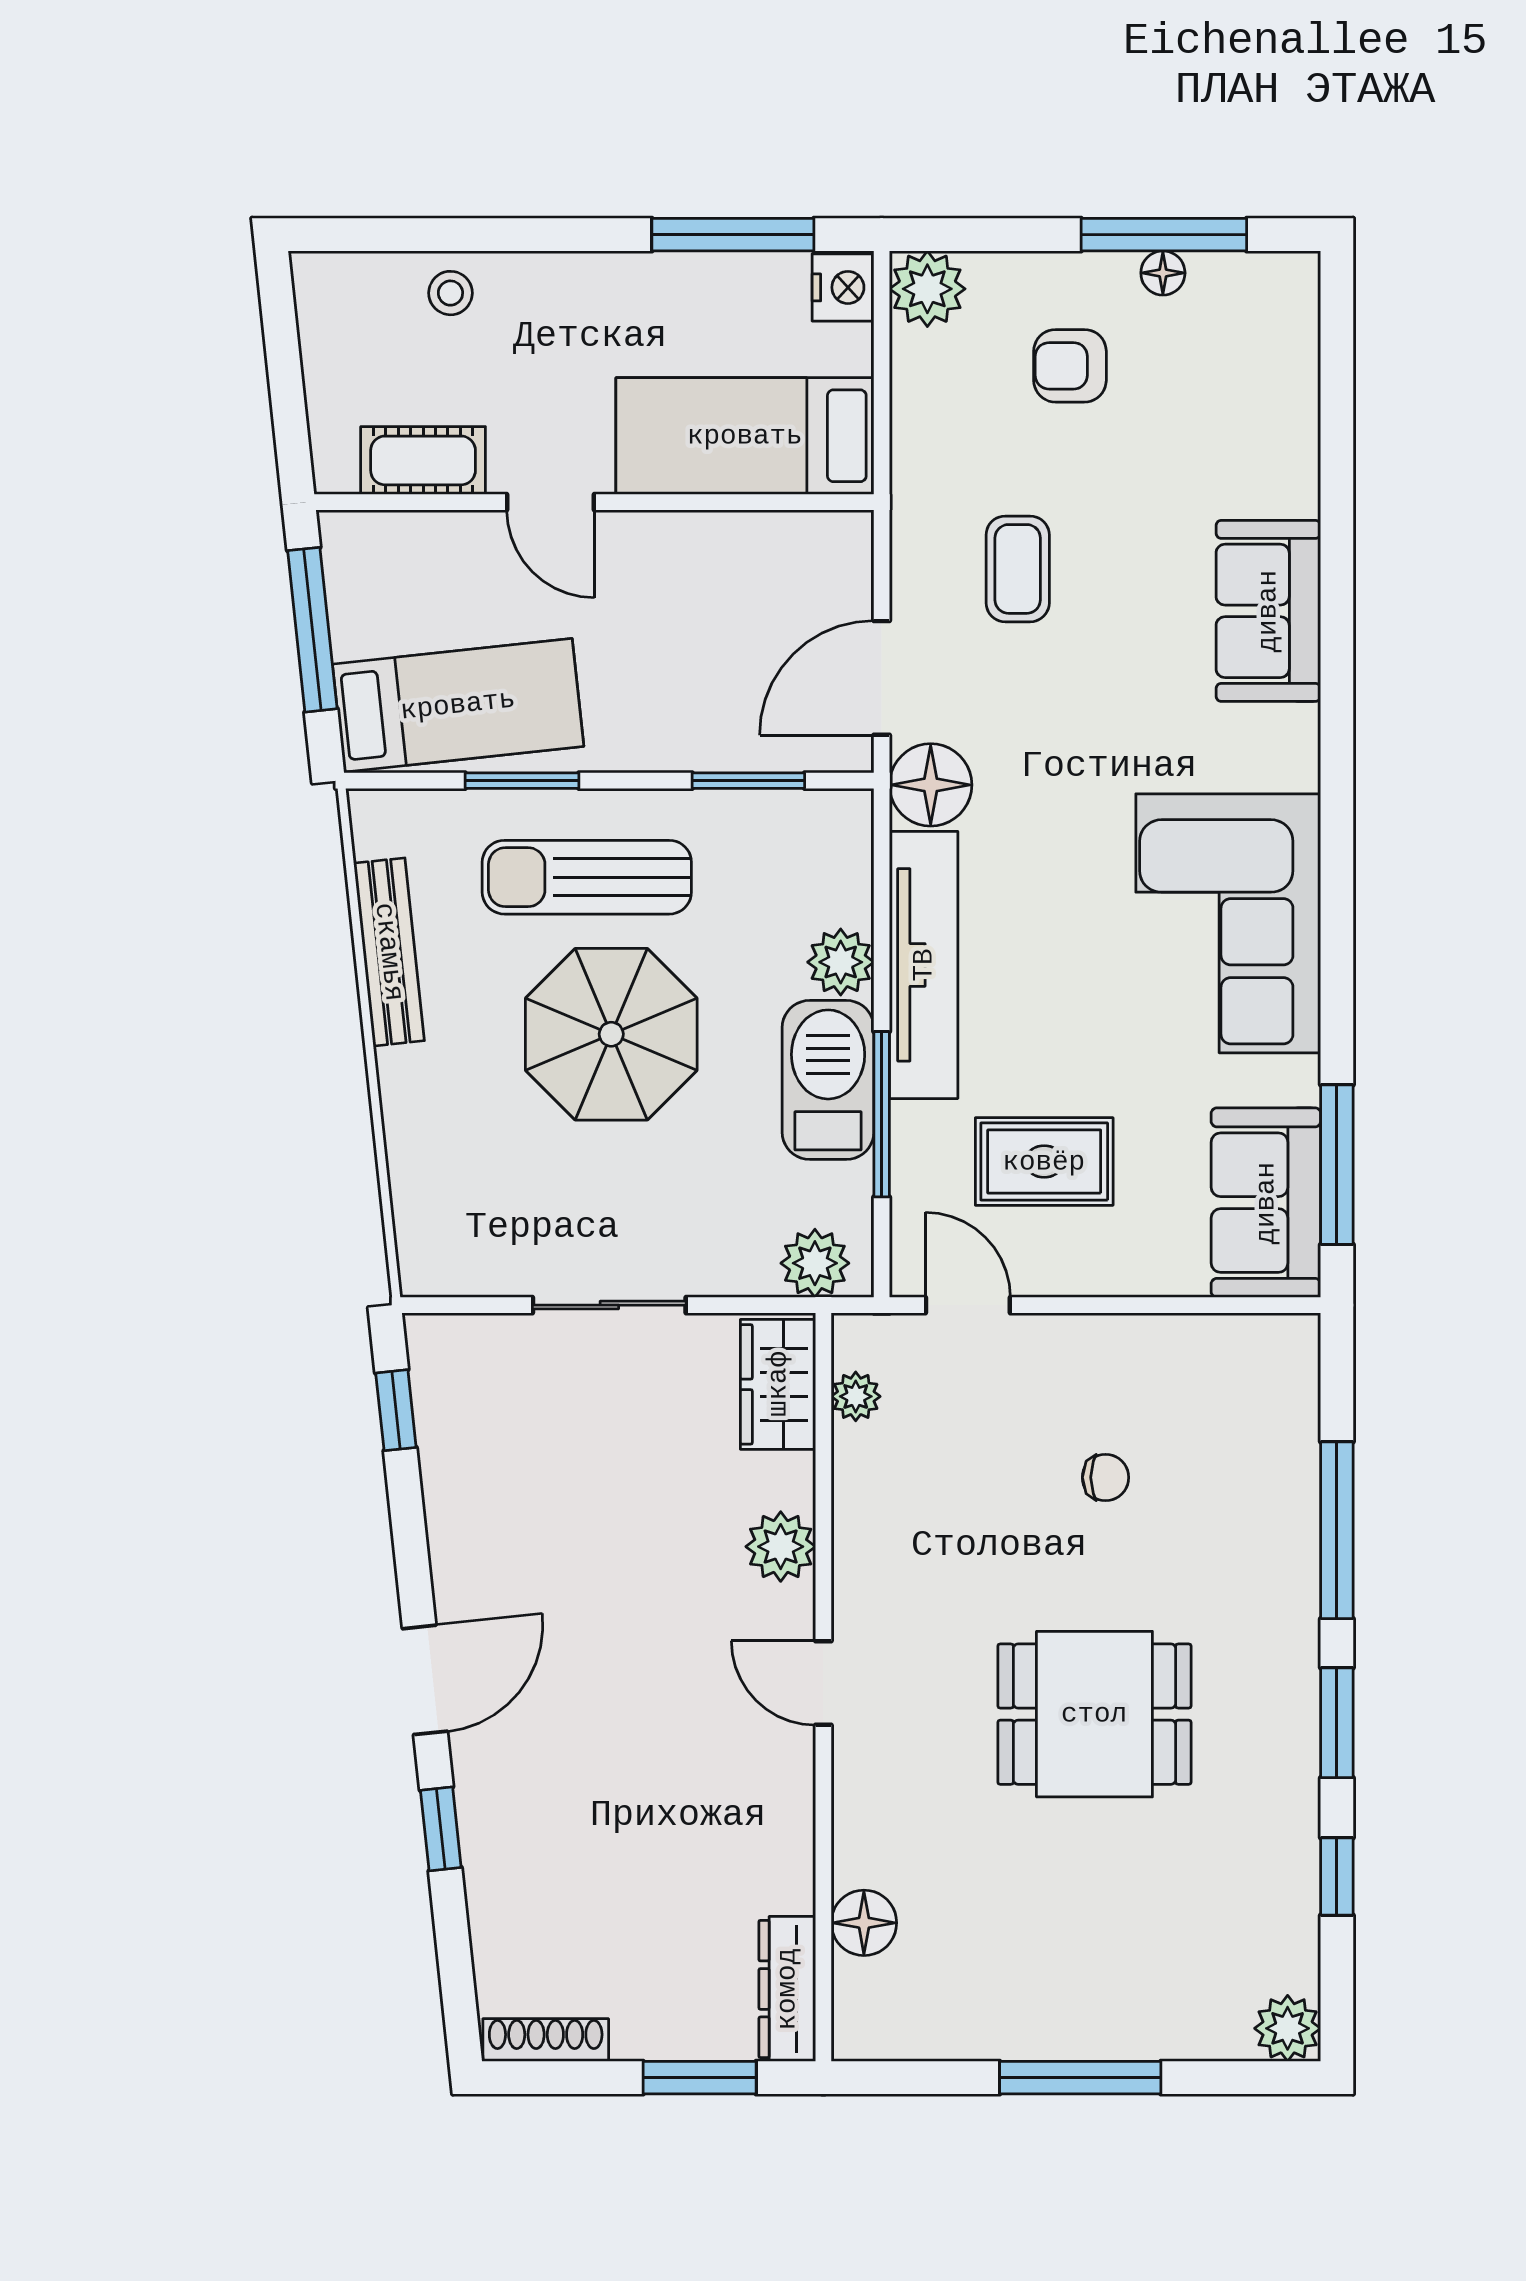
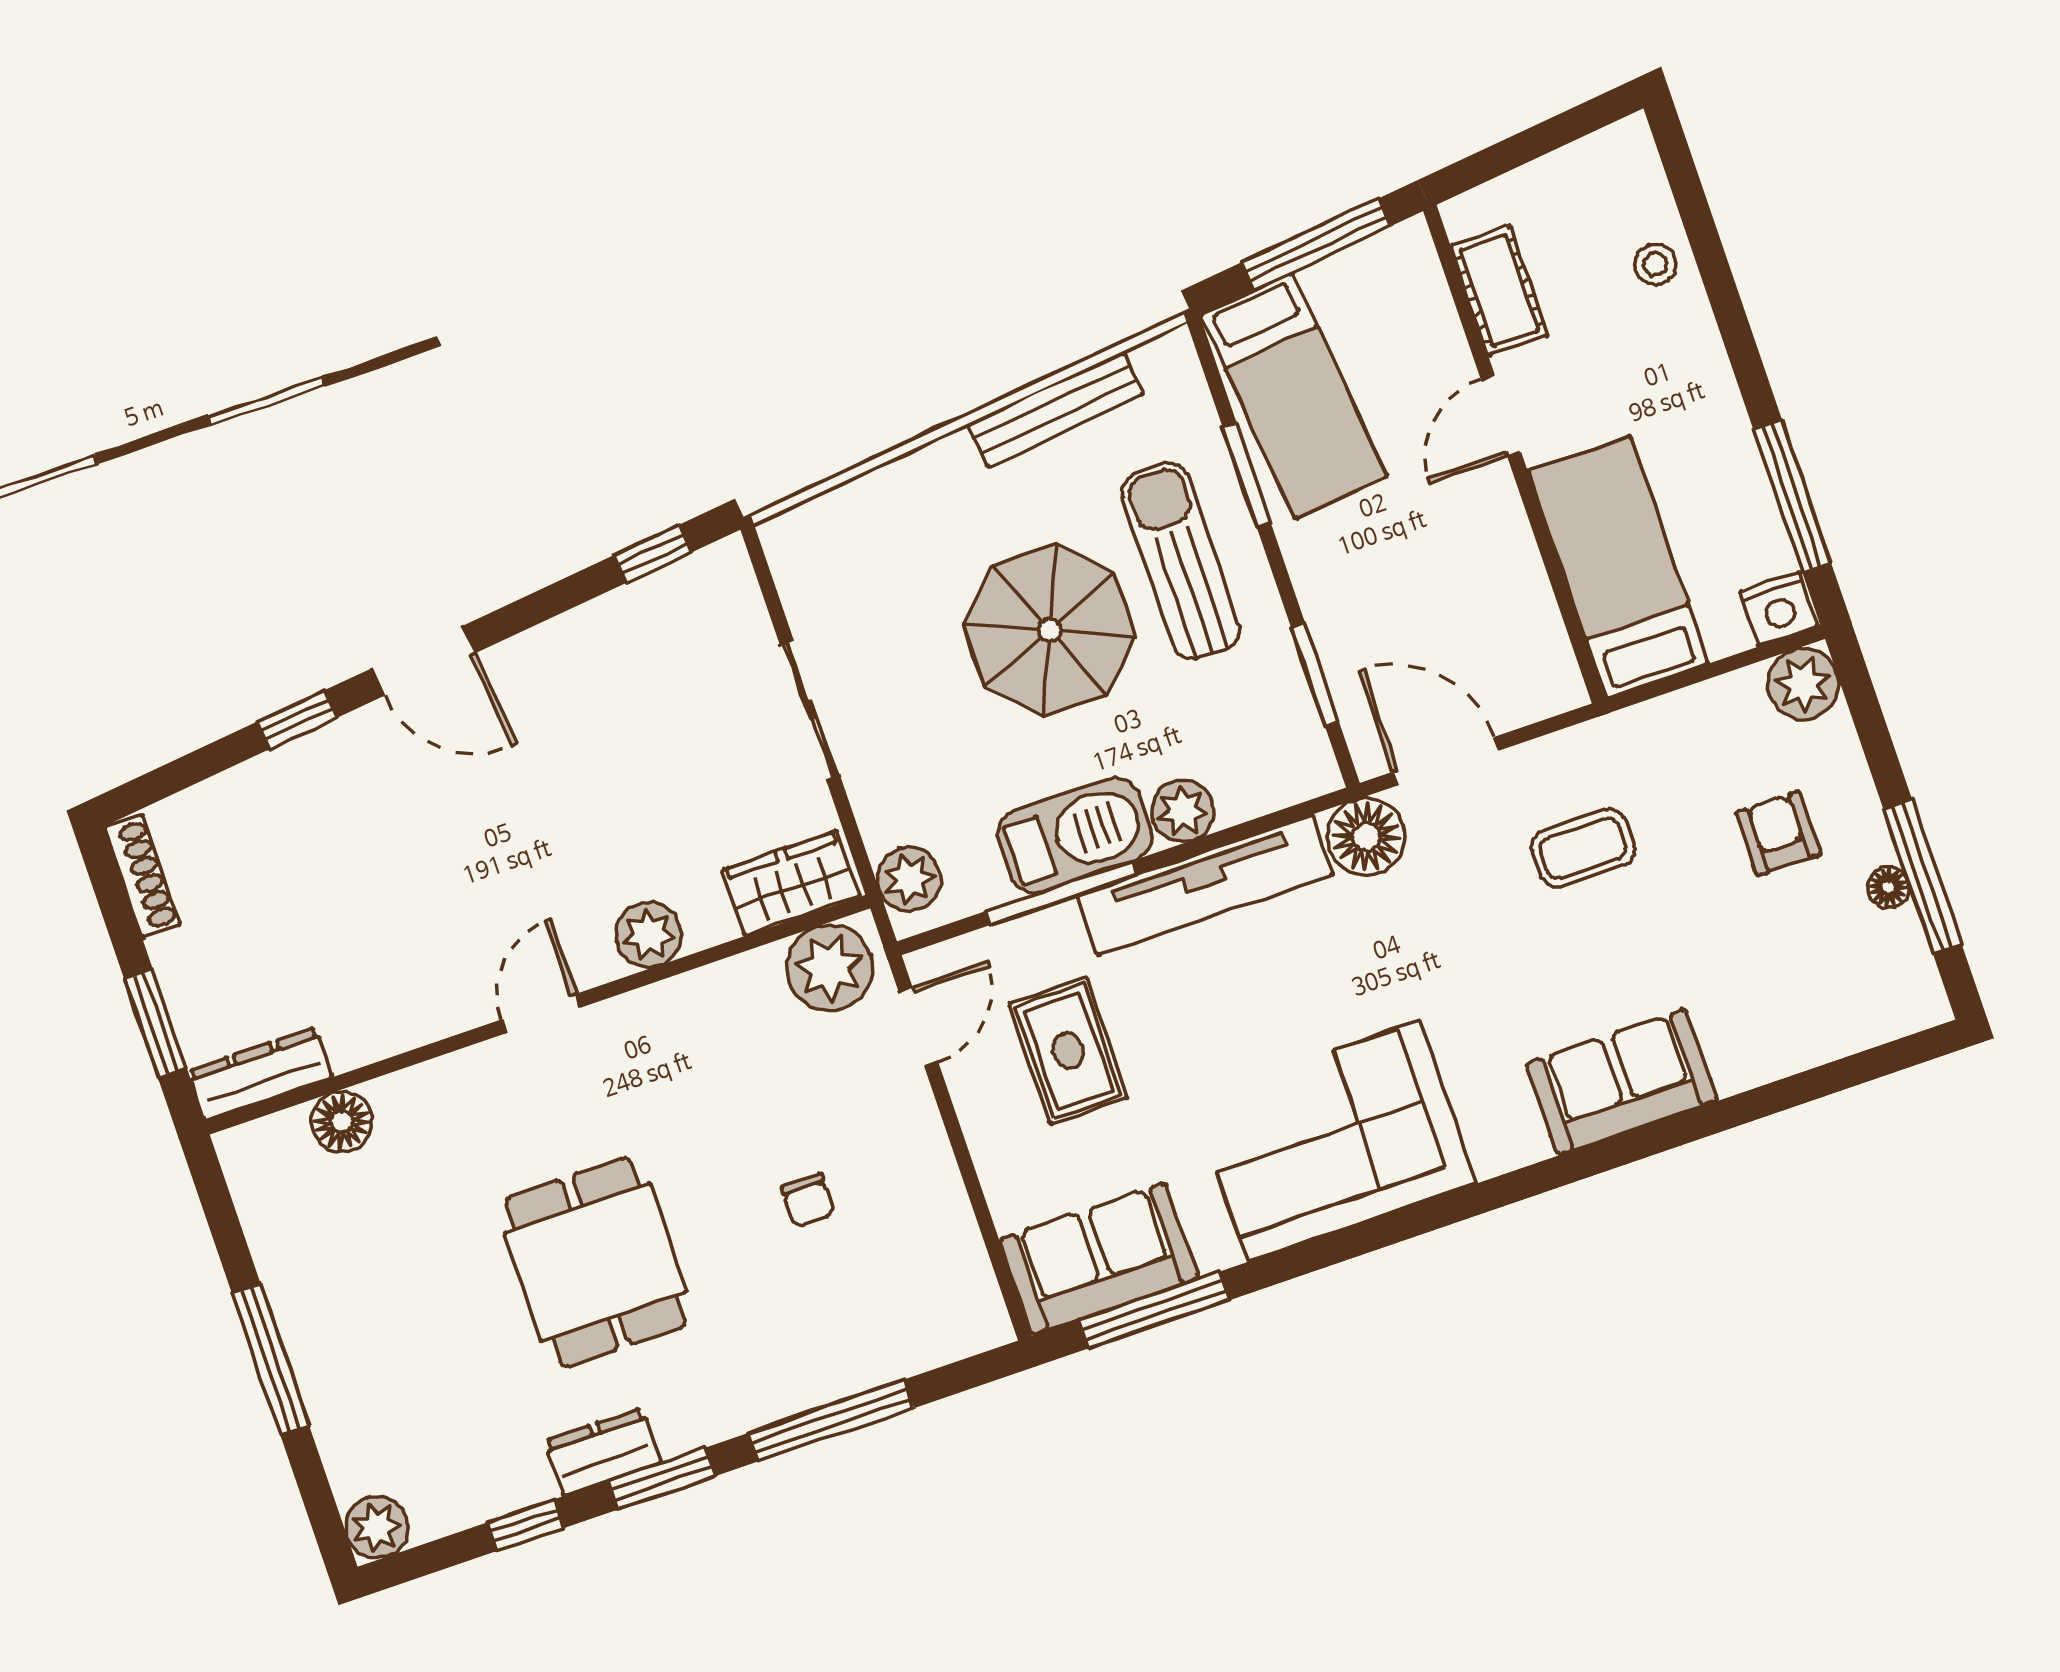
plant: (856, 1396) -> (829, 968), width x1.88, depth x1.88
dresser: (1290, 1773) -> (603, 1452), added

